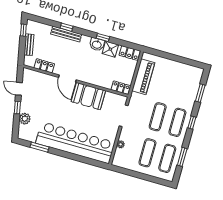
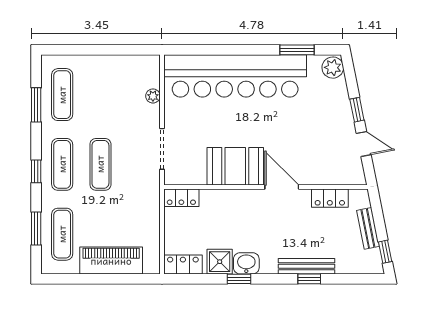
piano: (143, 77) -> (111, 261), moved, turned 90
plant: (25, 119) -> (333, 68), moved
exercise mat: (147, 153) -> (62, 234), moved

